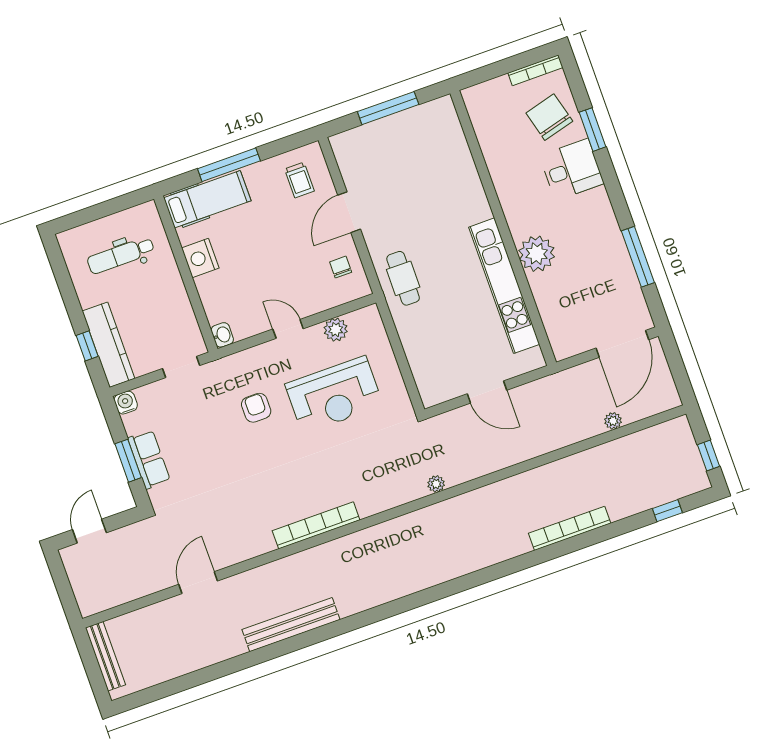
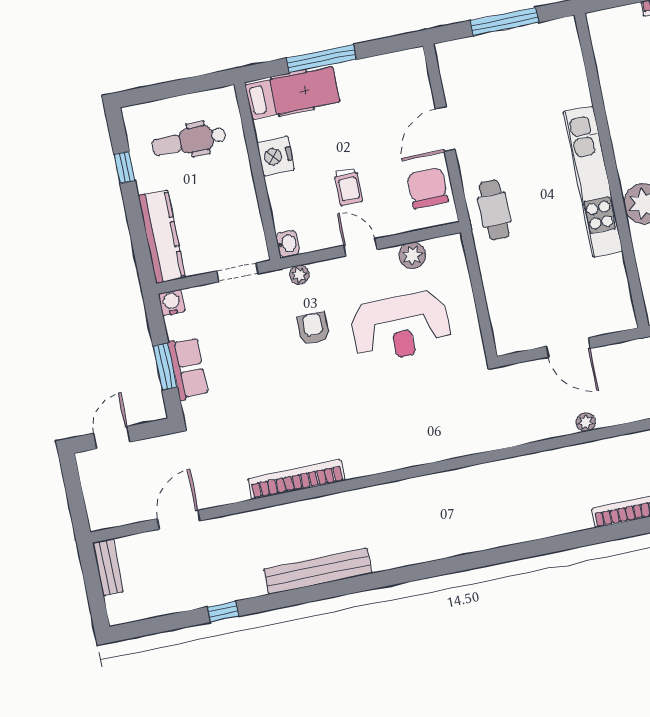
trolley: (299, 180) -> (348, 187), moved
chair: (341, 267) -> (428, 188), width x1.87, depth x1.87
kitchen unit: (504, 286) -> (593, 182), moved
window: (87, 346) -> (125, 167), moved
plant: (237, 361) -> (299, 275), added
plant: (436, 484) -> (586, 422), moved
bookcase: (316, 525) -> (296, 480), moved
door: (198, 583) -> (179, 520), moved
bench: (105, 656) -> (108, 567), width x0.73
window: (211, 673) -> (223, 612), added

